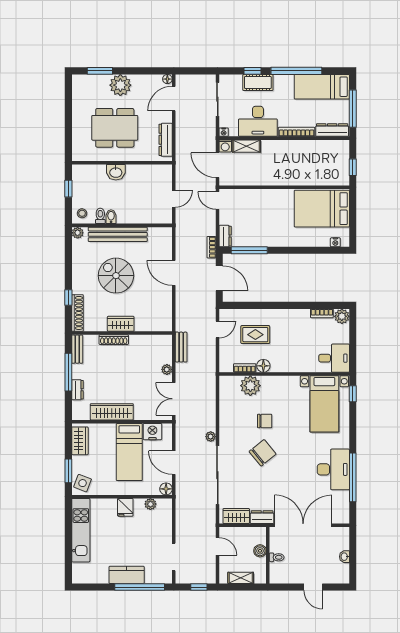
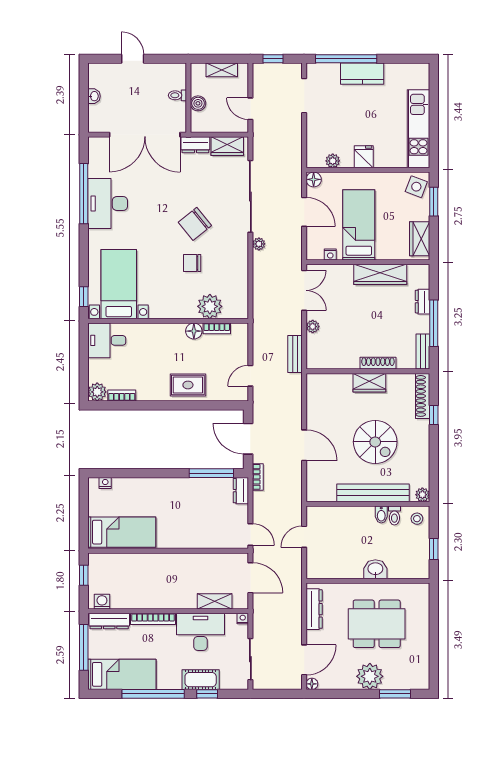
washing machine: (225, 146) -> (102, 602), moved
bed: (322, 209) -> (122, 532), width x0.67
rug: (255, 335) -> (188, 385), moved
nightstand: (152, 432) -> (330, 255), width x0.53, depth x0.56

